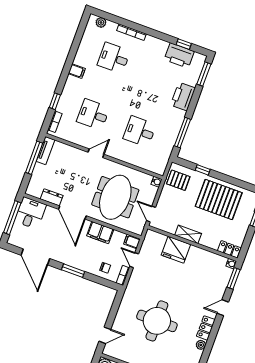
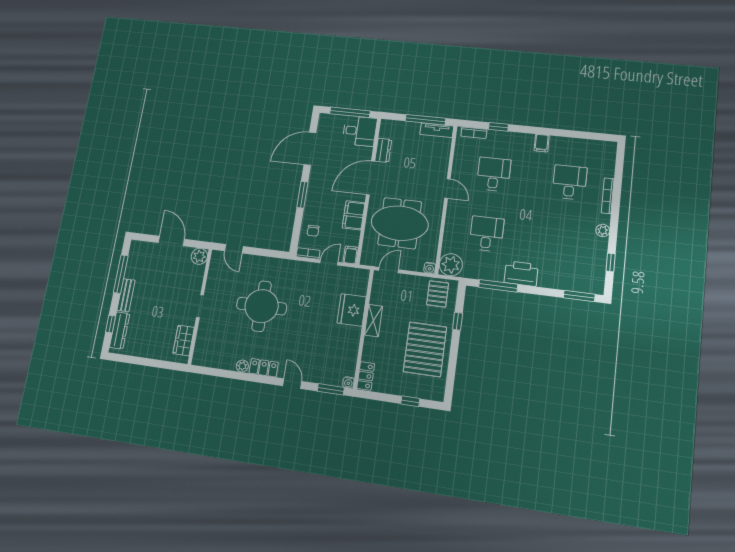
plant: (101, 22) -> (603, 230), moved
printer: (179, 56) -> (594, 260), removed
printer: (183, 97) -> (521, 274), moved
plant: (158, 165) -> (451, 265), added

